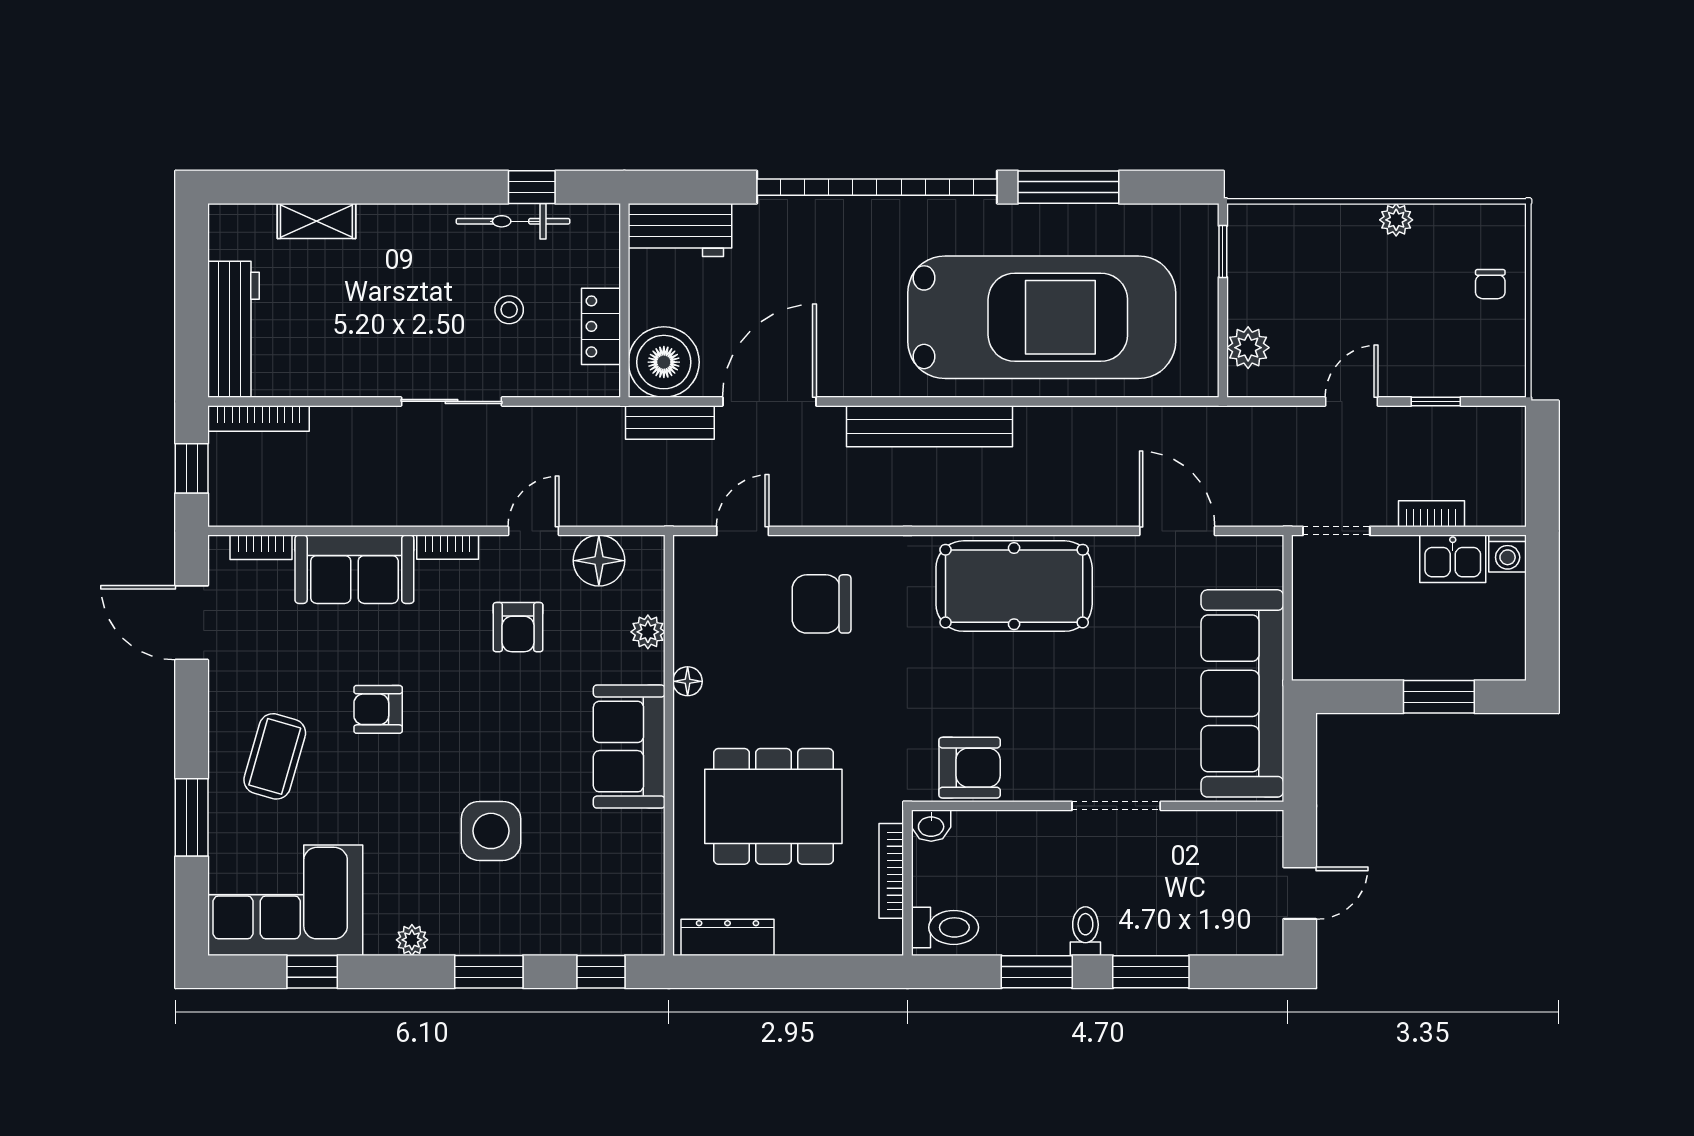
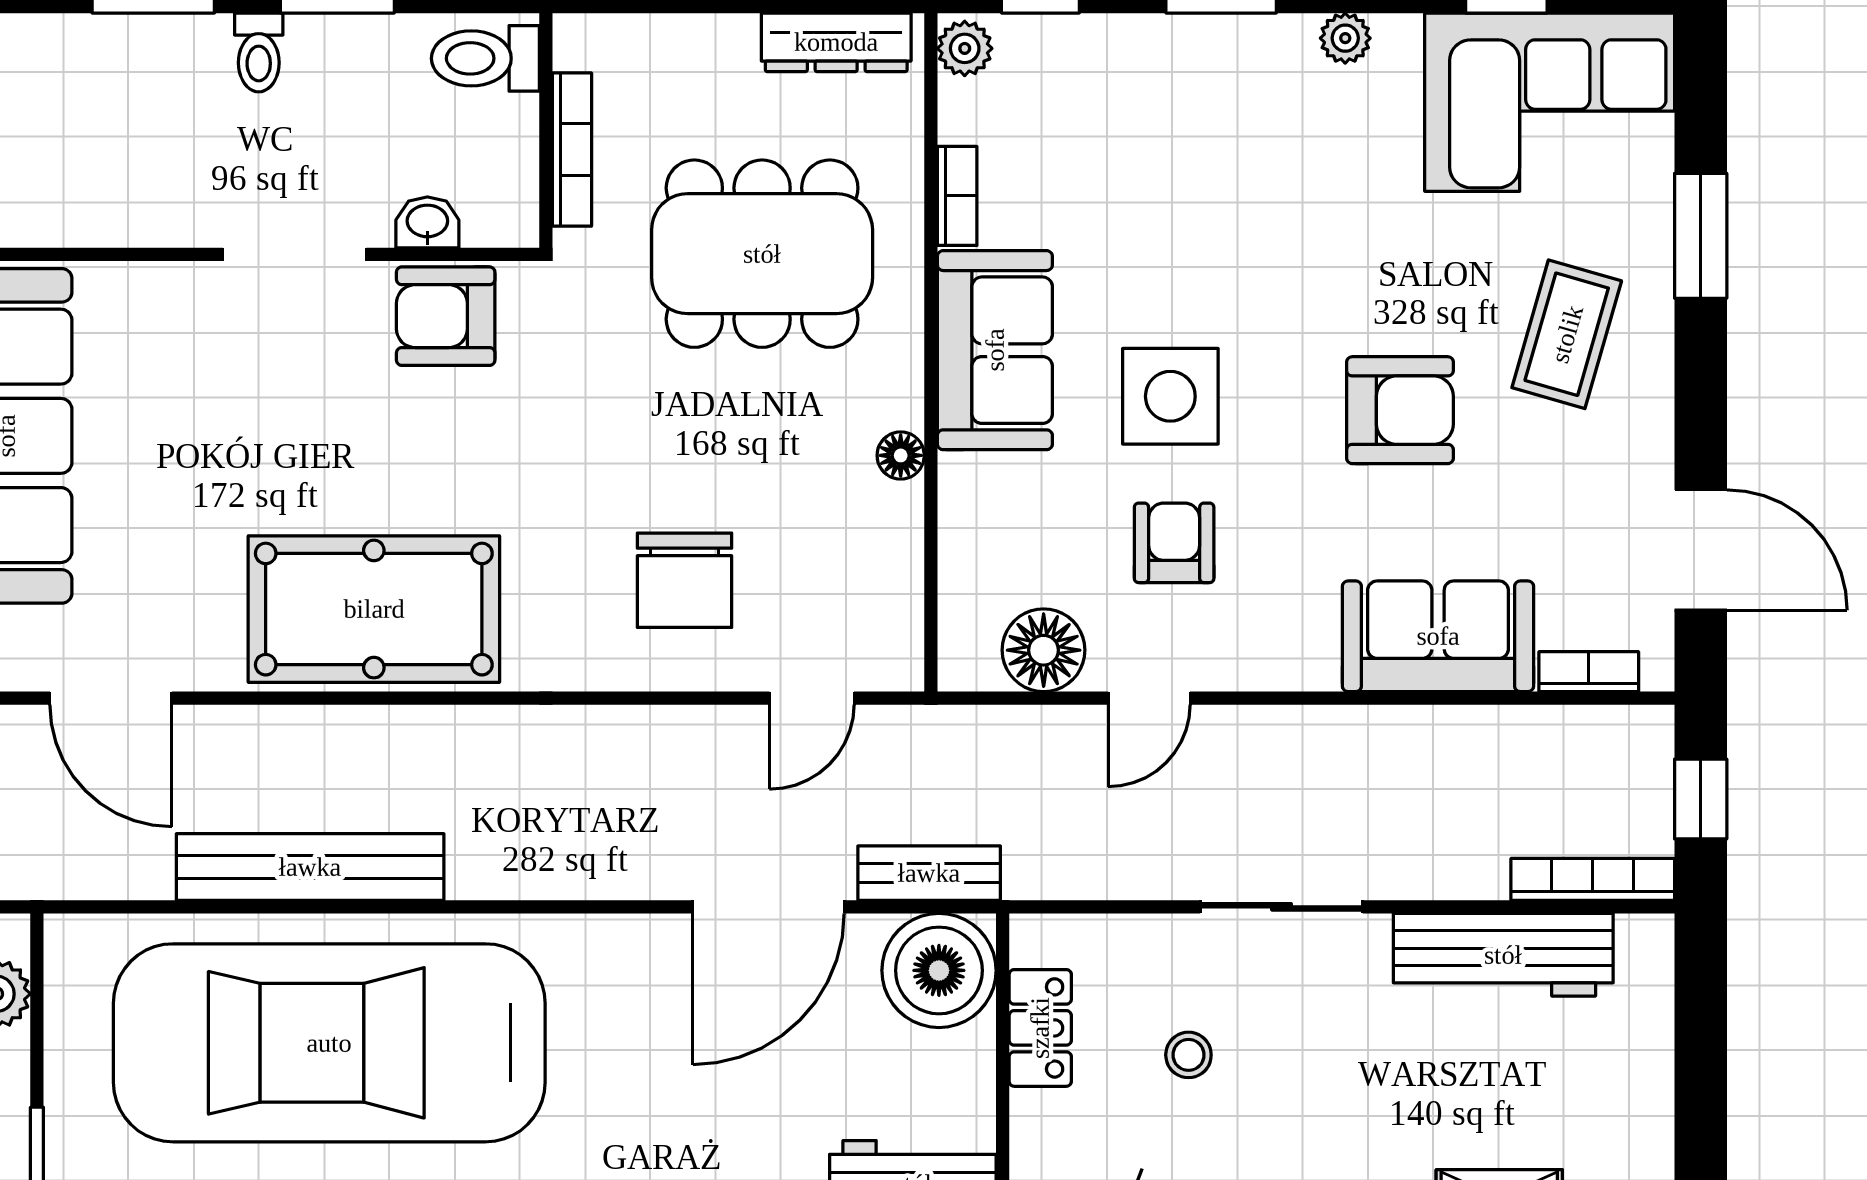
workbench: (233, 329) -> (1503, 955), moved, turned -90
bench: (929, 426) -> (310, 867), moved
bookcase: (448, 547) -> (957, 196), moved, turned 90
chair: (822, 604) -> (684, 580), turned 90
plant: (648, 632) -> (965, 48), moved
armchair: (378, 709) -> (1400, 410), width x1.38, depth x1.38
doorway: (1116, 806) -> (295, 254), moved
washbasin: (931, 826) -> (427, 222), moved
side table: (491, 831) -> (1170, 396), moved

